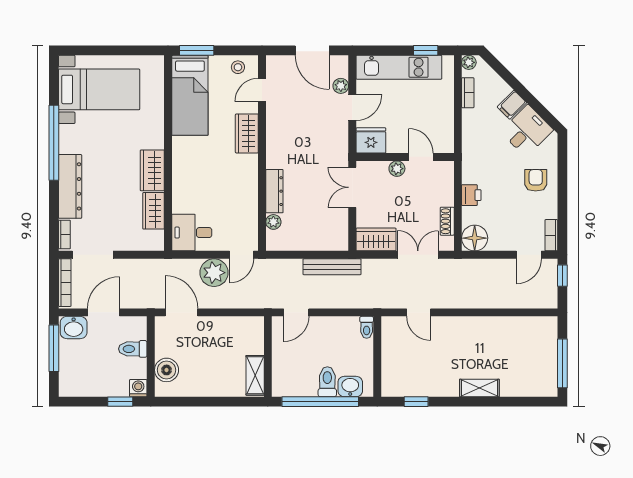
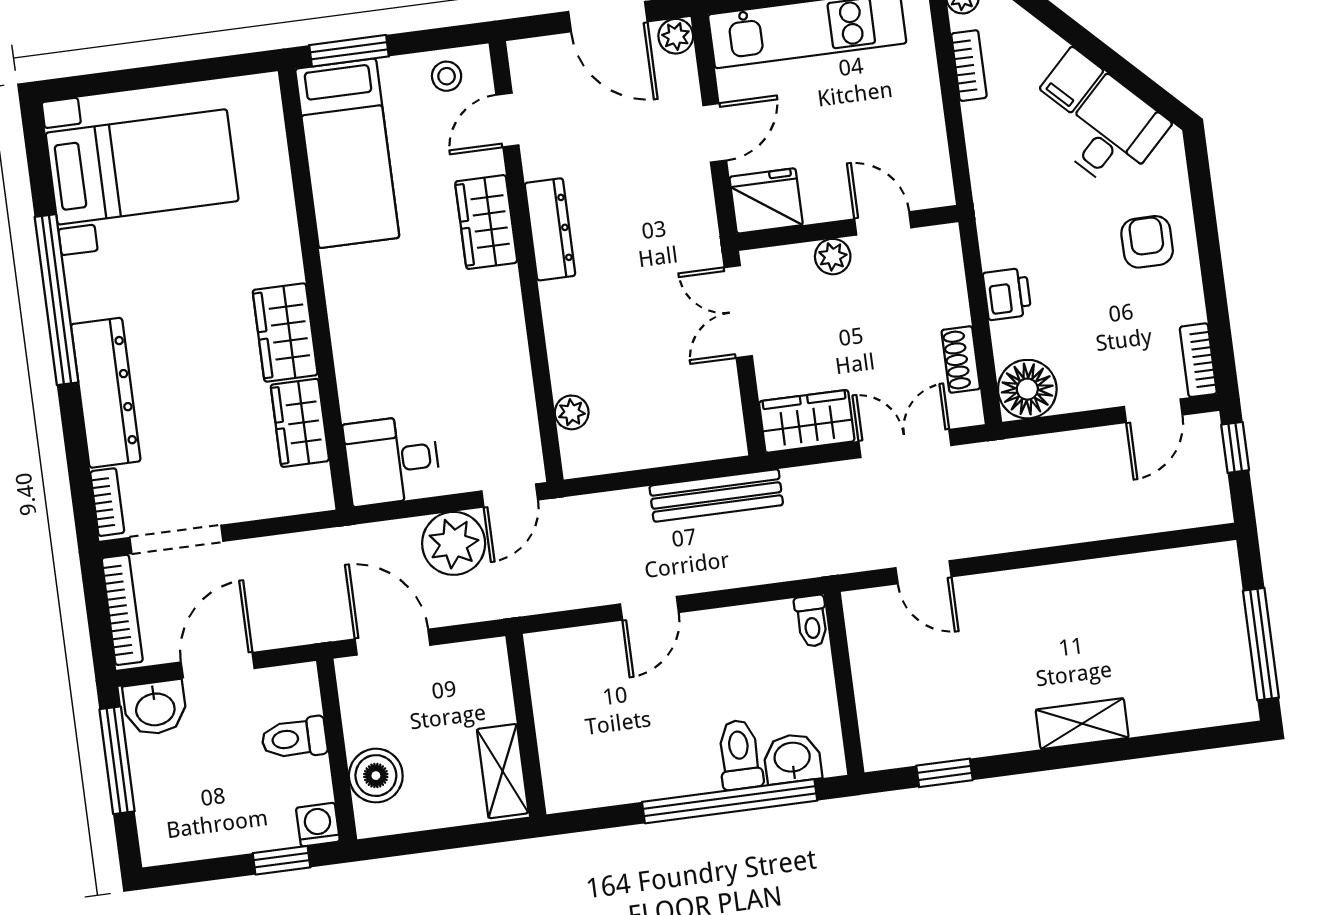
plant: (341, 86) -> (676, 36), moved
dresser: (274, 191) -> (550, 229), moved
wall: (268, 357) -> (526, 725), moved
shelving: (255, 375) -> (503, 771), moved

